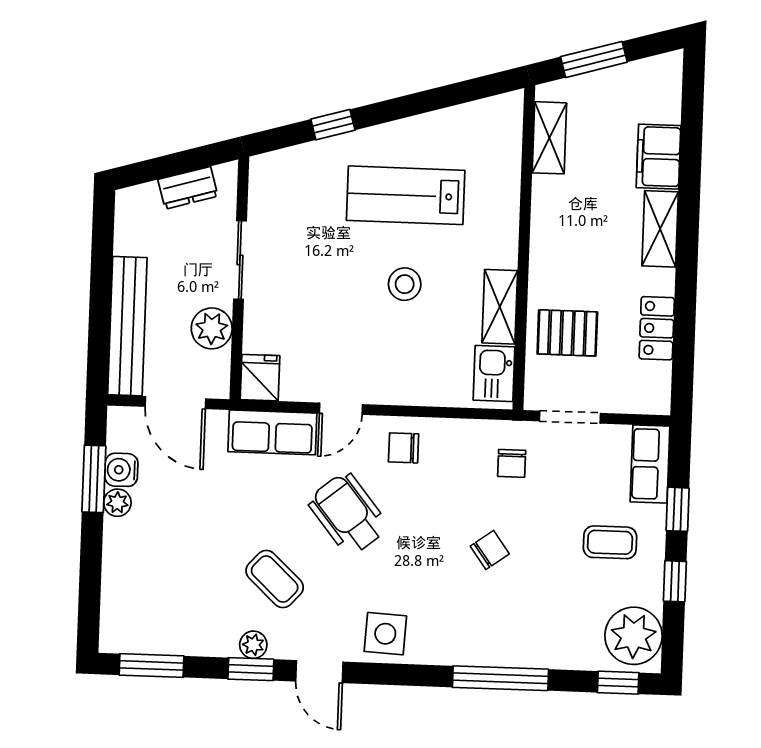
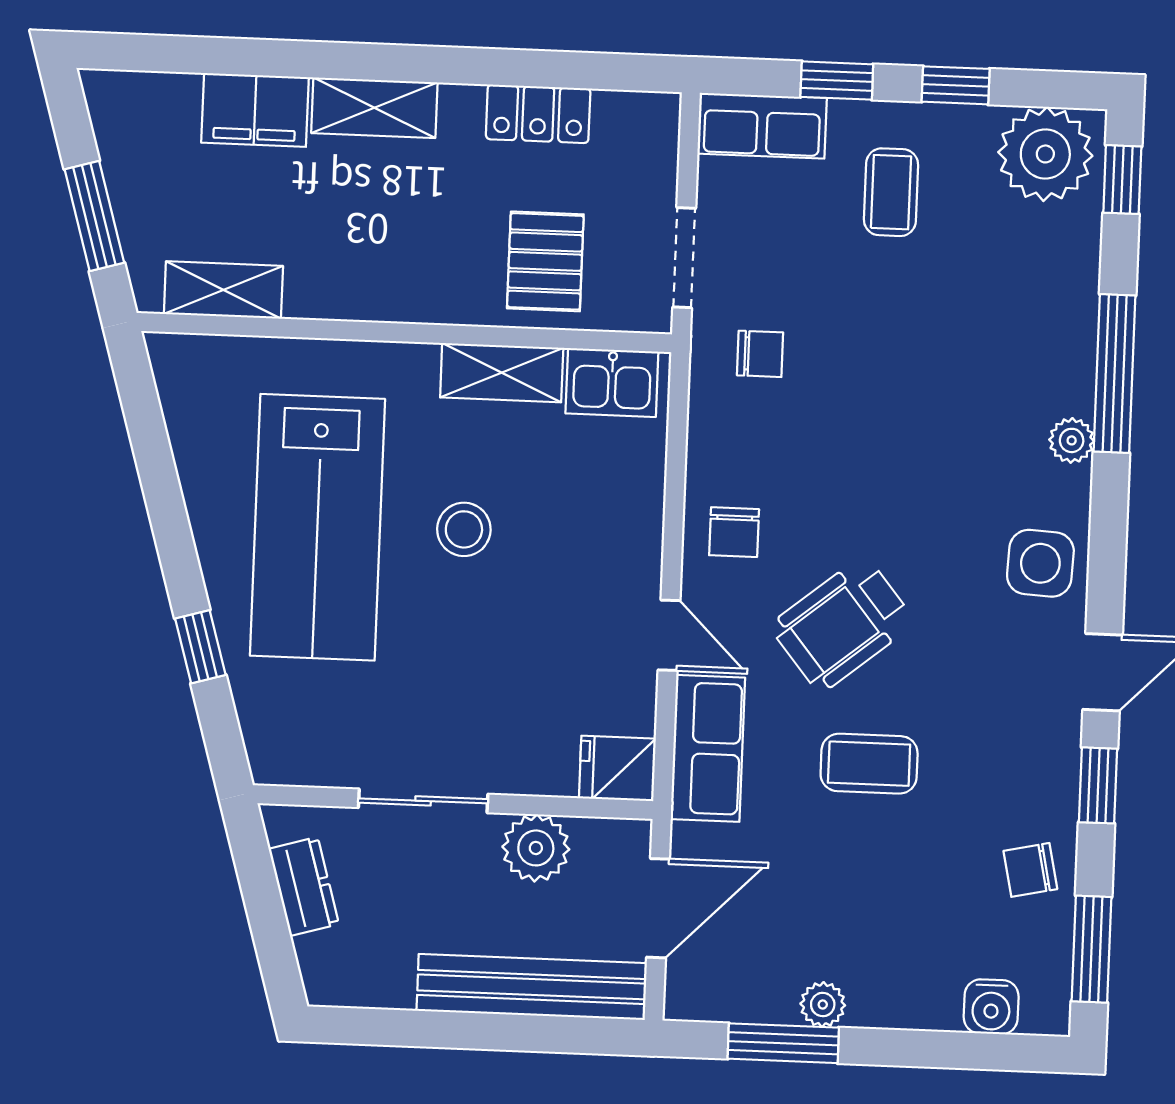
lab bench: (406, 195) -> (317, 527), width x1.36, depth x1.39
water cooler: (121, 470) -> (991, 1007), moved
chair: (490, 550) -> (1030, 870), moved, turned -66
coffee table: (275, 579) -> (869, 764), moved, turned 47
plant: (253, 645) -> (1072, 440), moved

